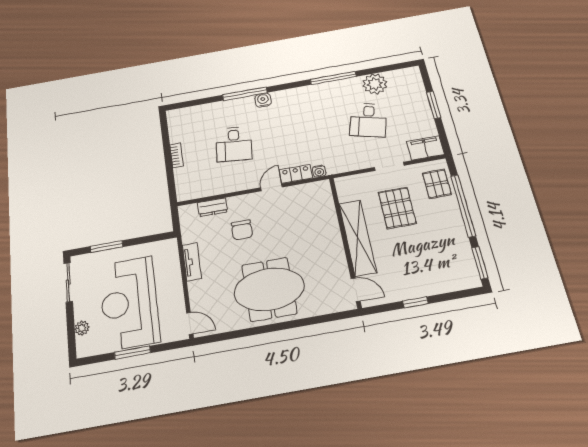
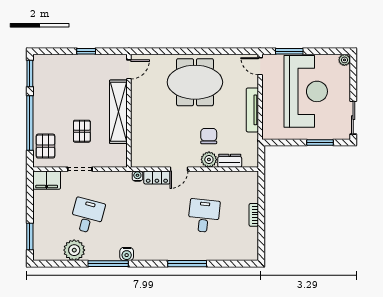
water cooler: (263, 100) -> (127, 254), moved
window: (434, 105) -> (30, 236), moved
plant: (238, 204) -> (209, 160), added
pallet: (397, 208) -> (82, 131), width x0.67, depth x0.71
tv unit: (192, 262) -> (252, 110), width x1.41
door: (356, 290) -> (129, 69), swing flipped
plant: (82, 328) -> (344, 60), moved
window: (132, 353) -> (289, 51), moved

